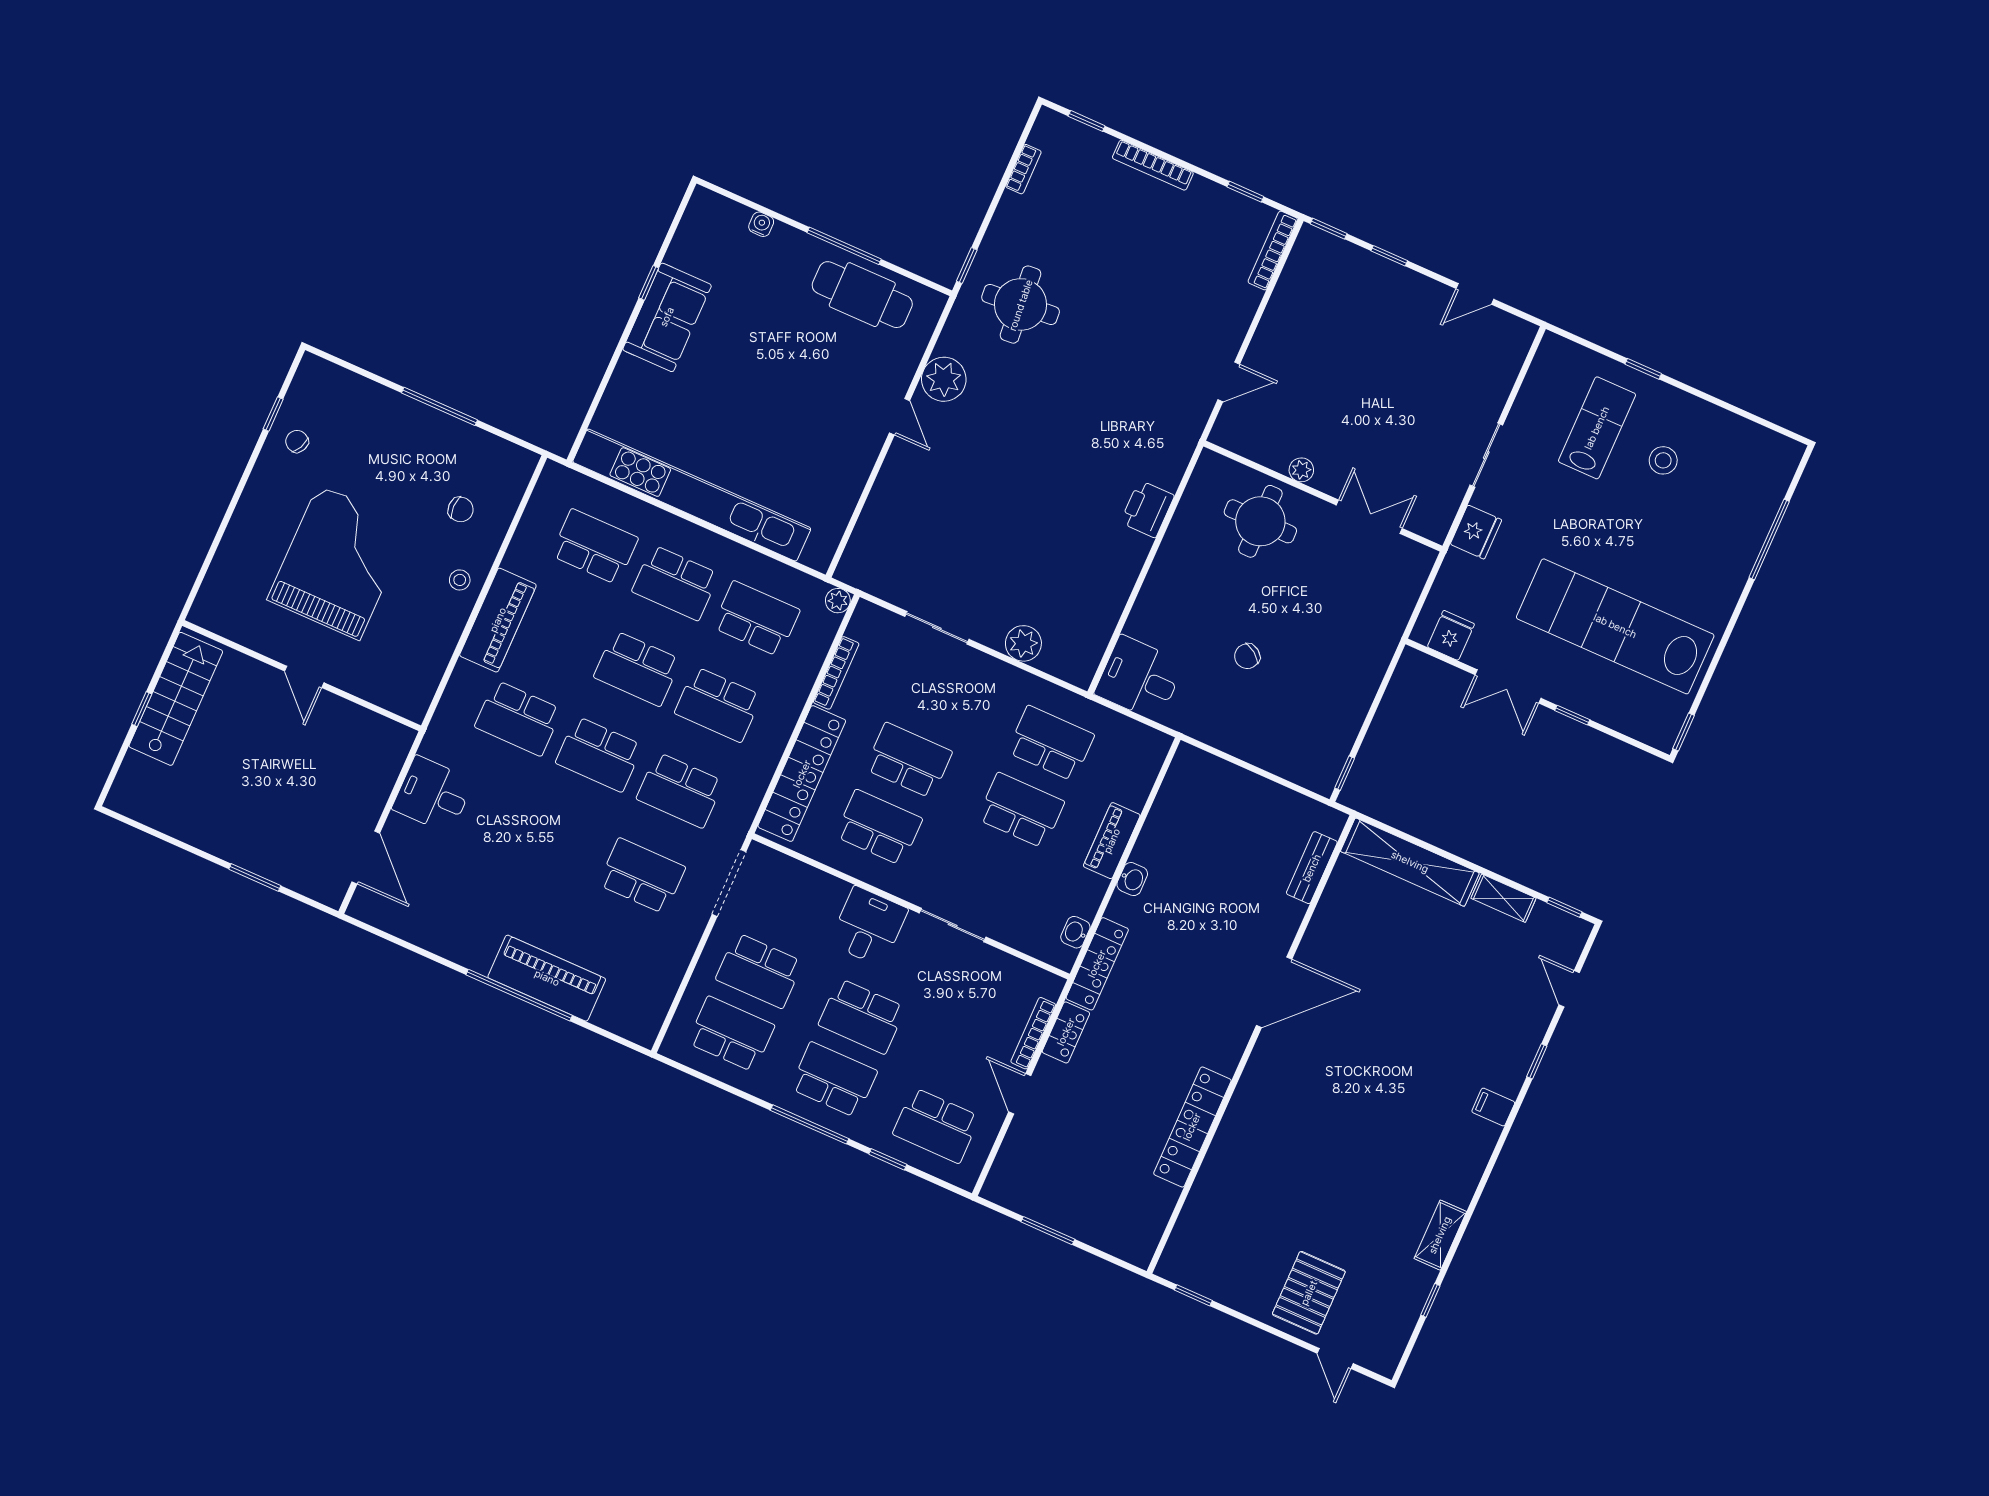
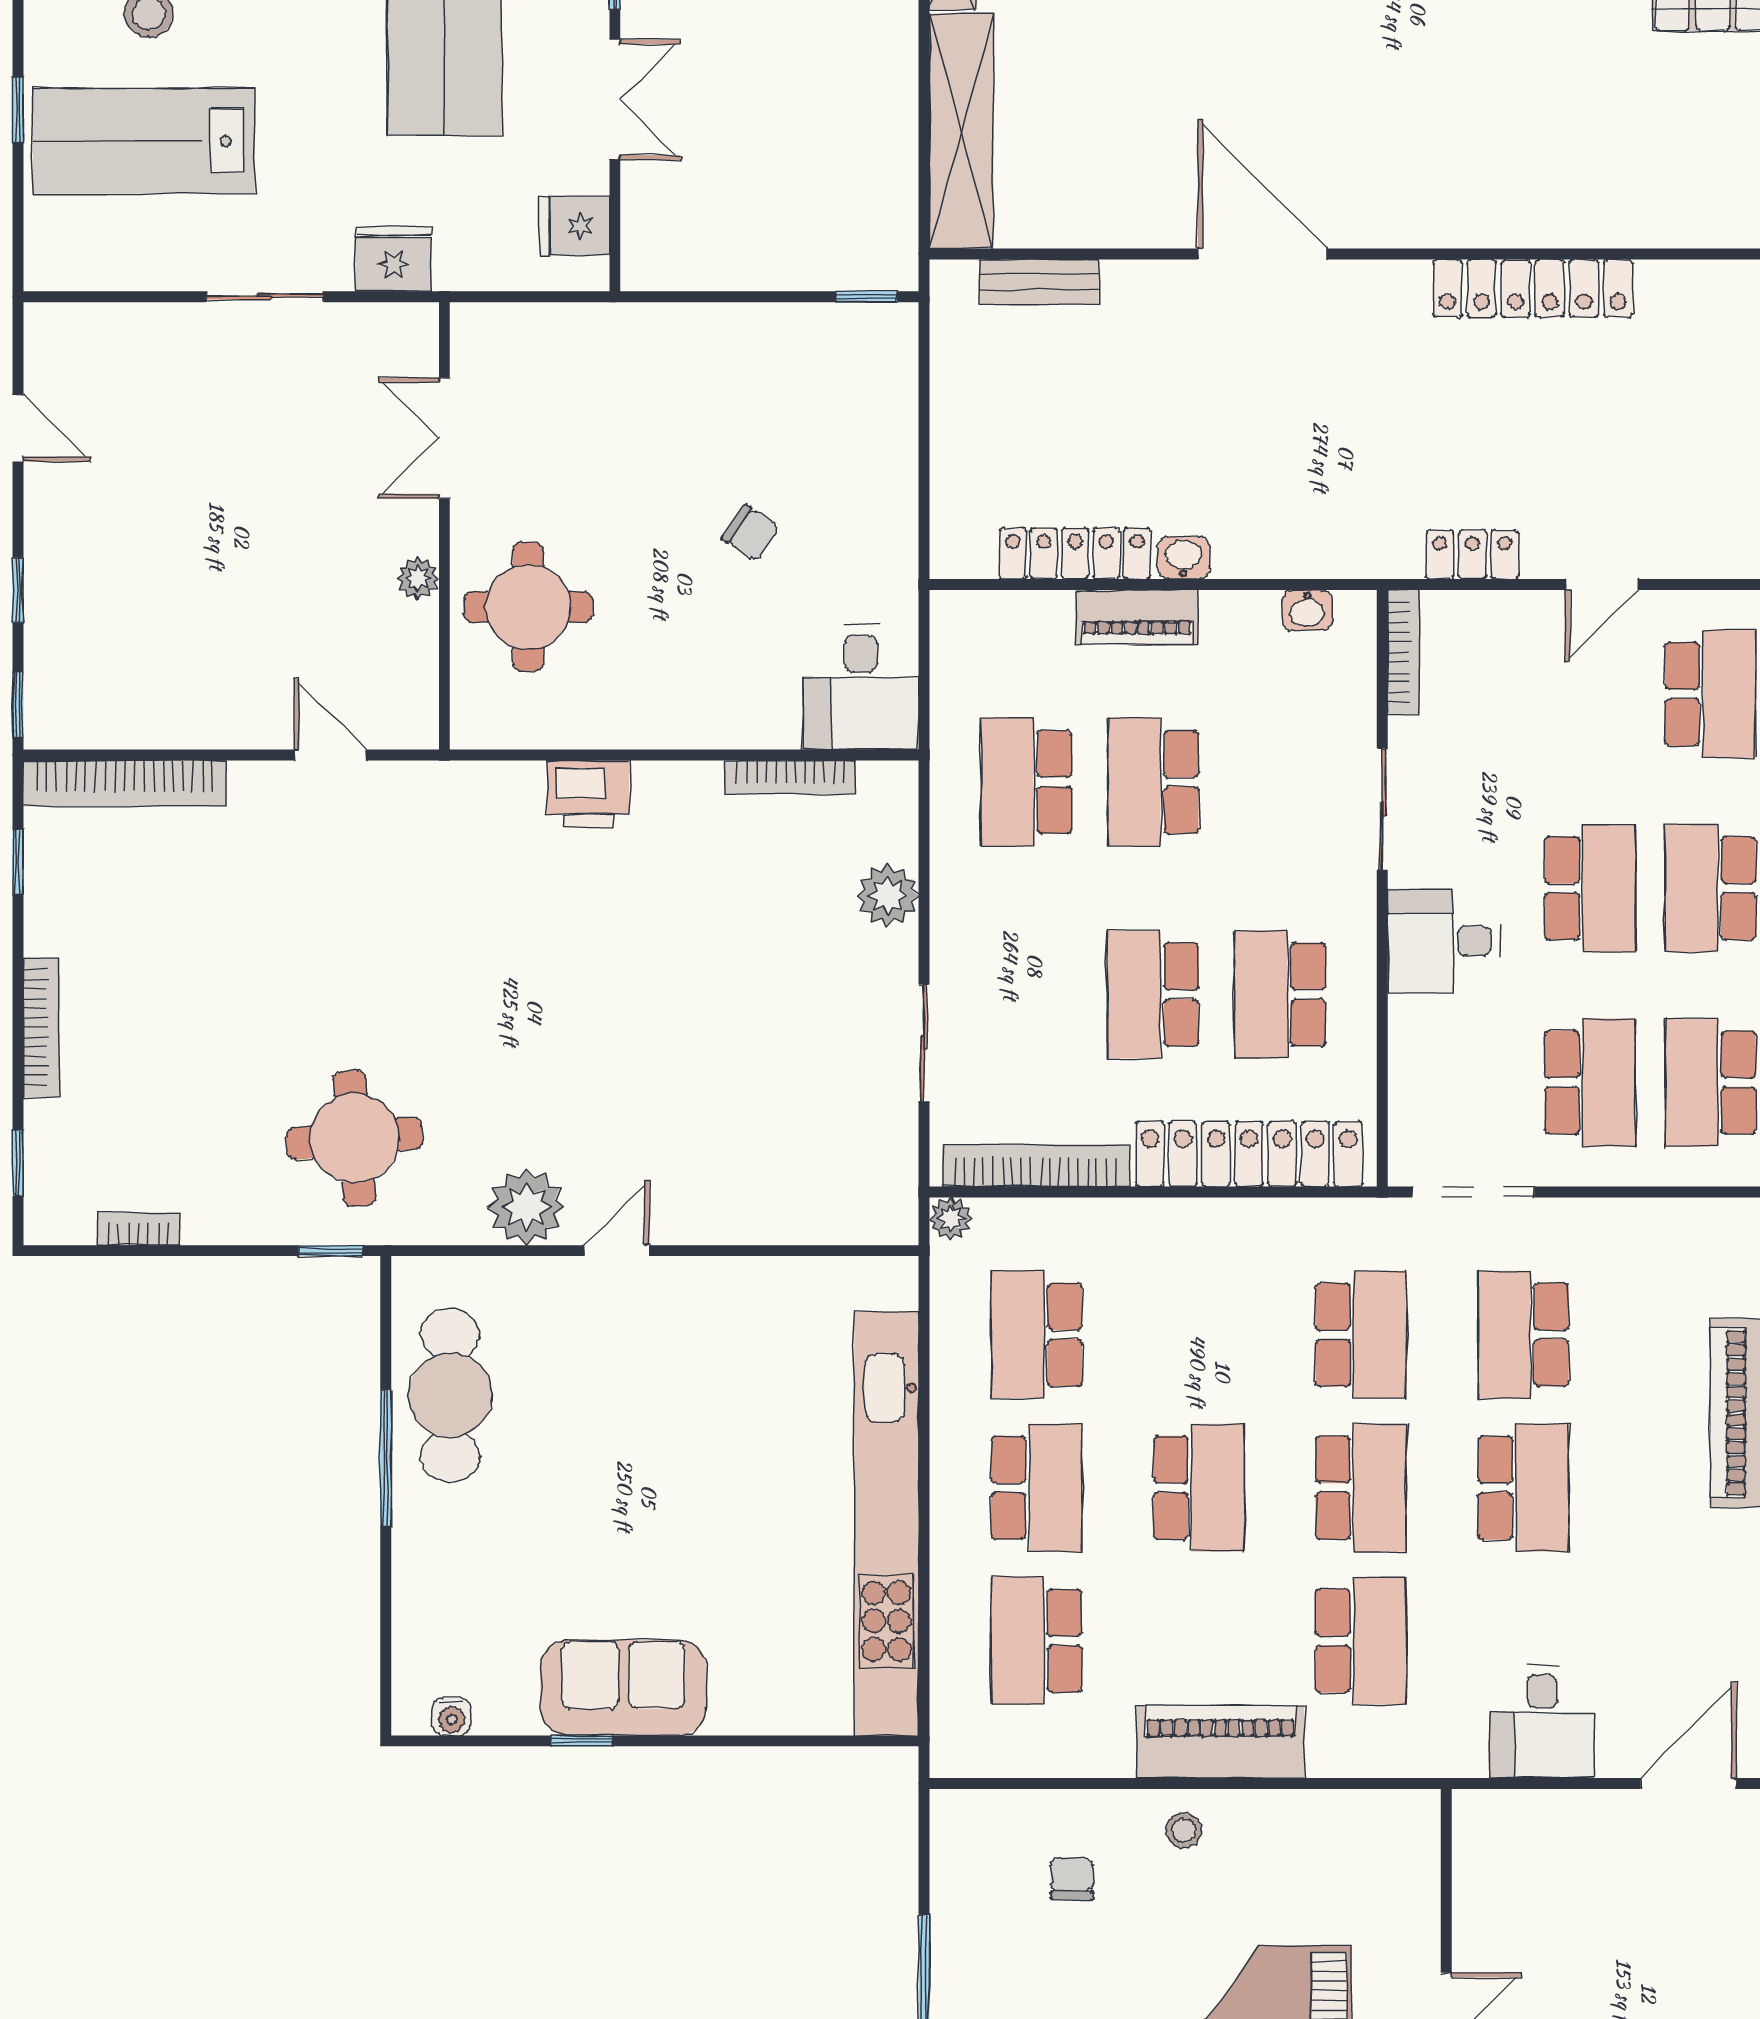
water cooler: (761, 224) -> (452, 1717), moved, turned -90
bookcase: (1273, 251) -> (125, 783), width x1.48, depth x1.31
lab bench: (1597, 428) -> (144, 141), width x1.36, depth x1.39
bookcase: (1109, 620) -> (790, 777), added
bookcase: (836, 673) -> (1036, 1165), width x1.48, depth x1.31
school desk: (718, 704) -> (1523, 1488), moved
locker: (1097, 964) -> (1075, 553), moved
bookcase: (1033, 1033) -> (1404, 652), moved, turned -90

